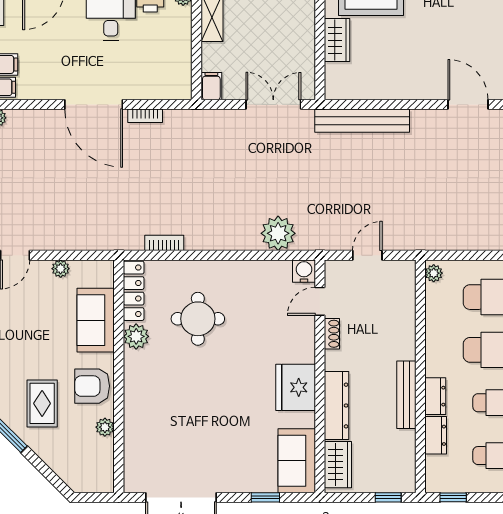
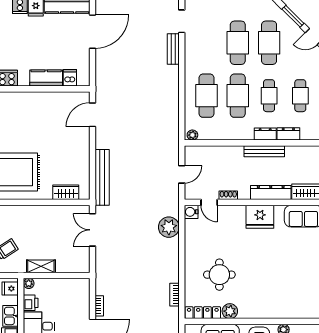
wardrobe: (337, 40) -> (66, 192), moved
filing cabinet: (211, 86) -> (82, 267), removed
door: (367, 255) -> (182, 174), swing flipped

